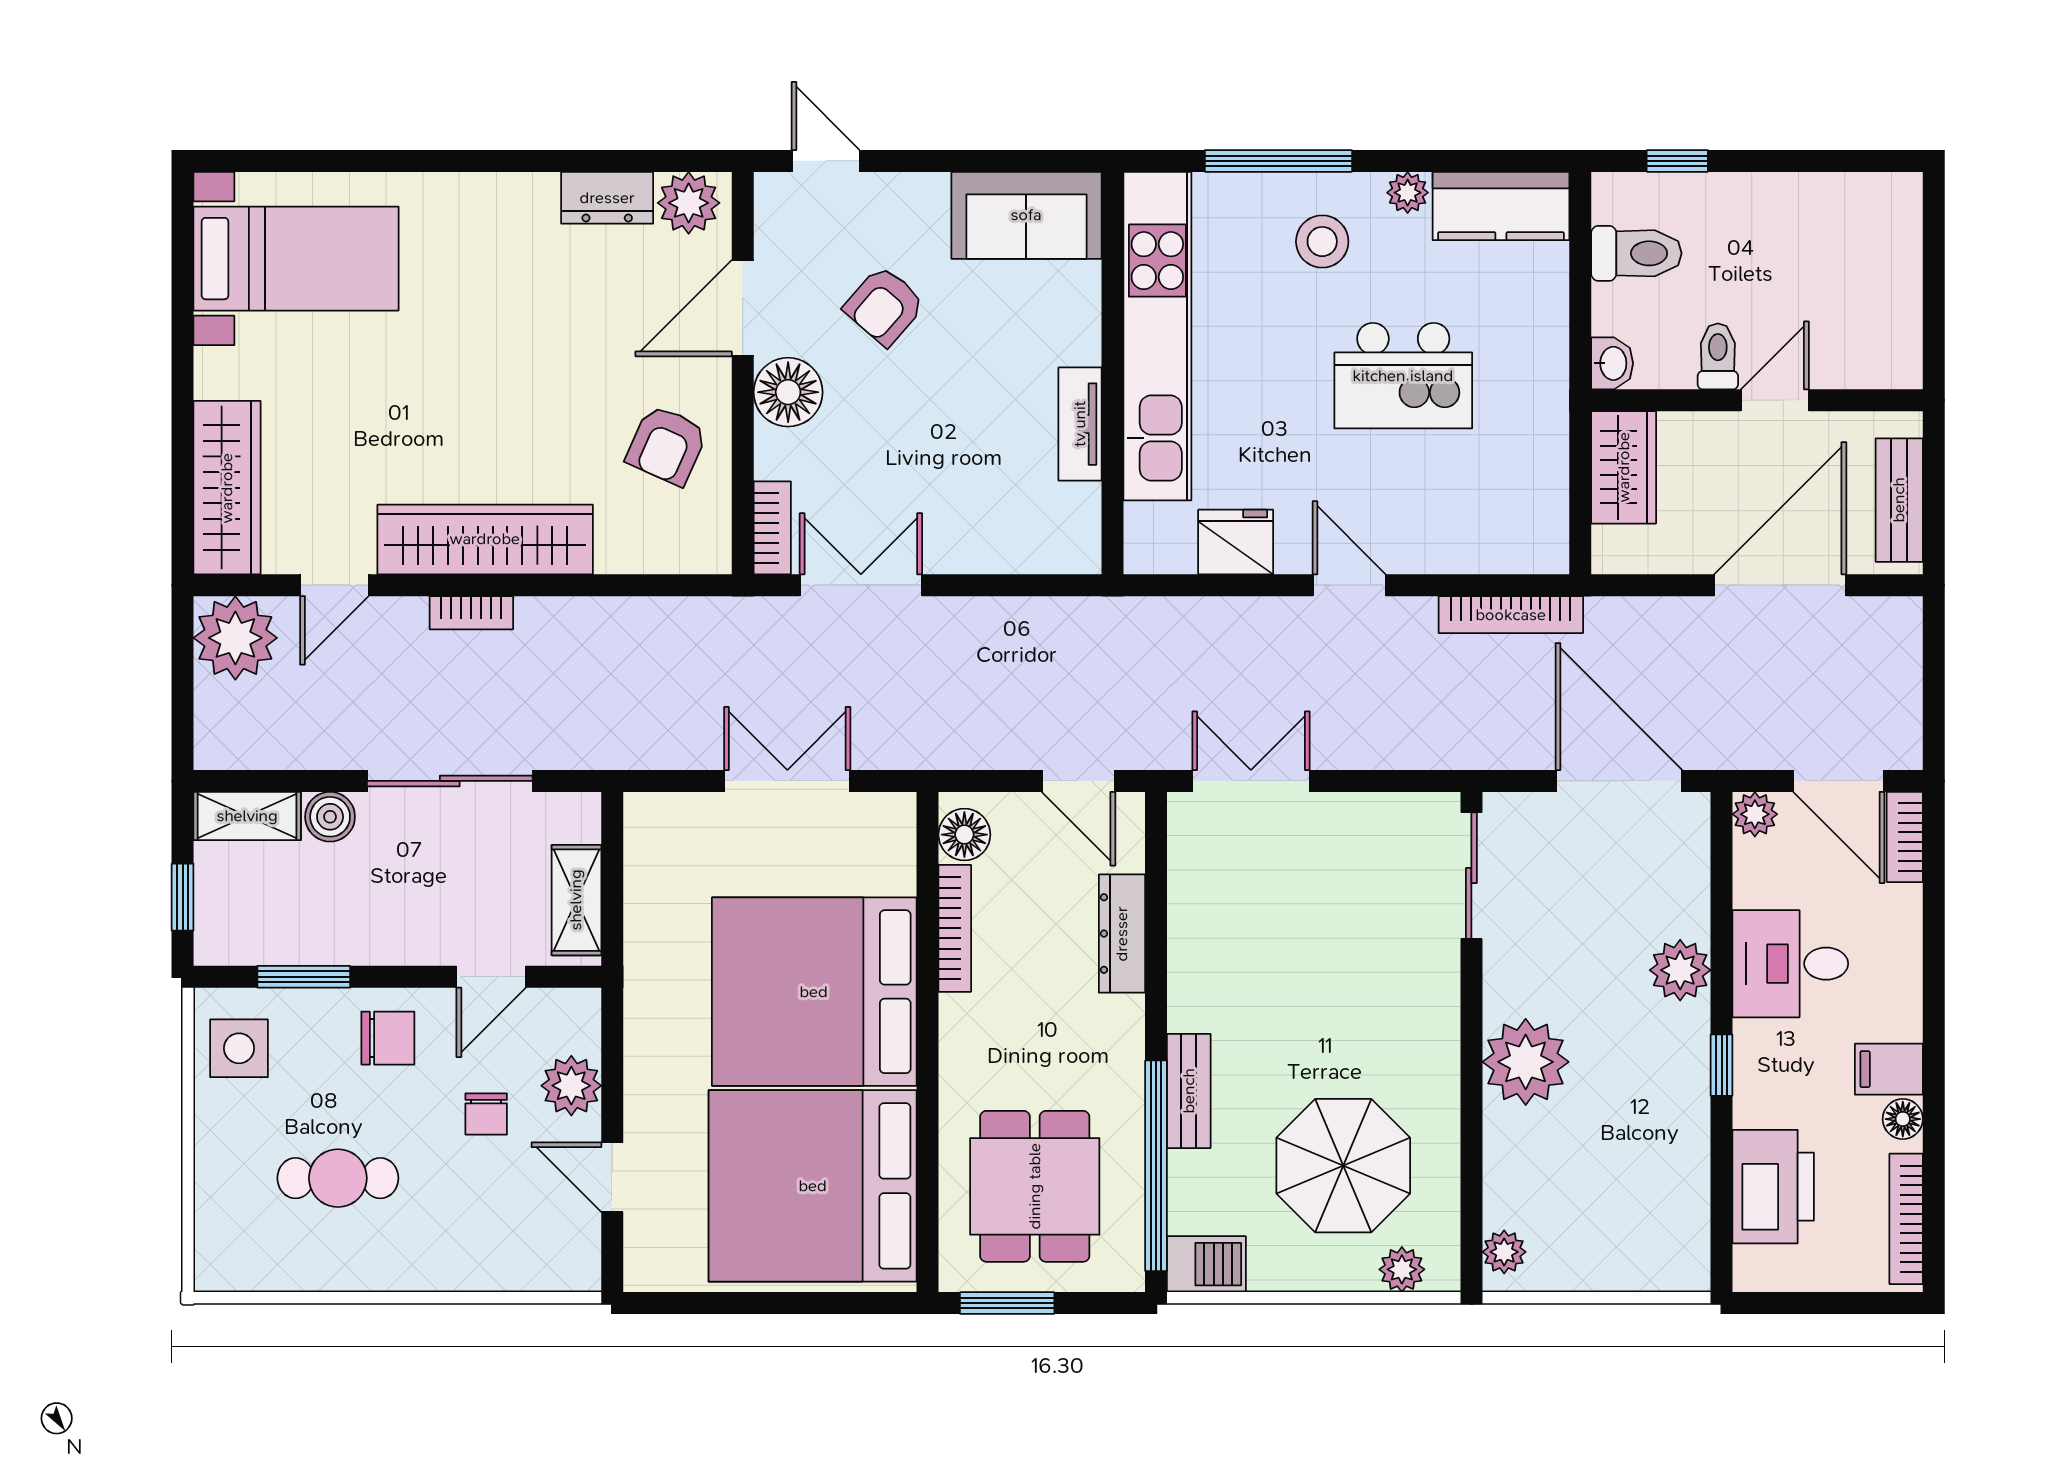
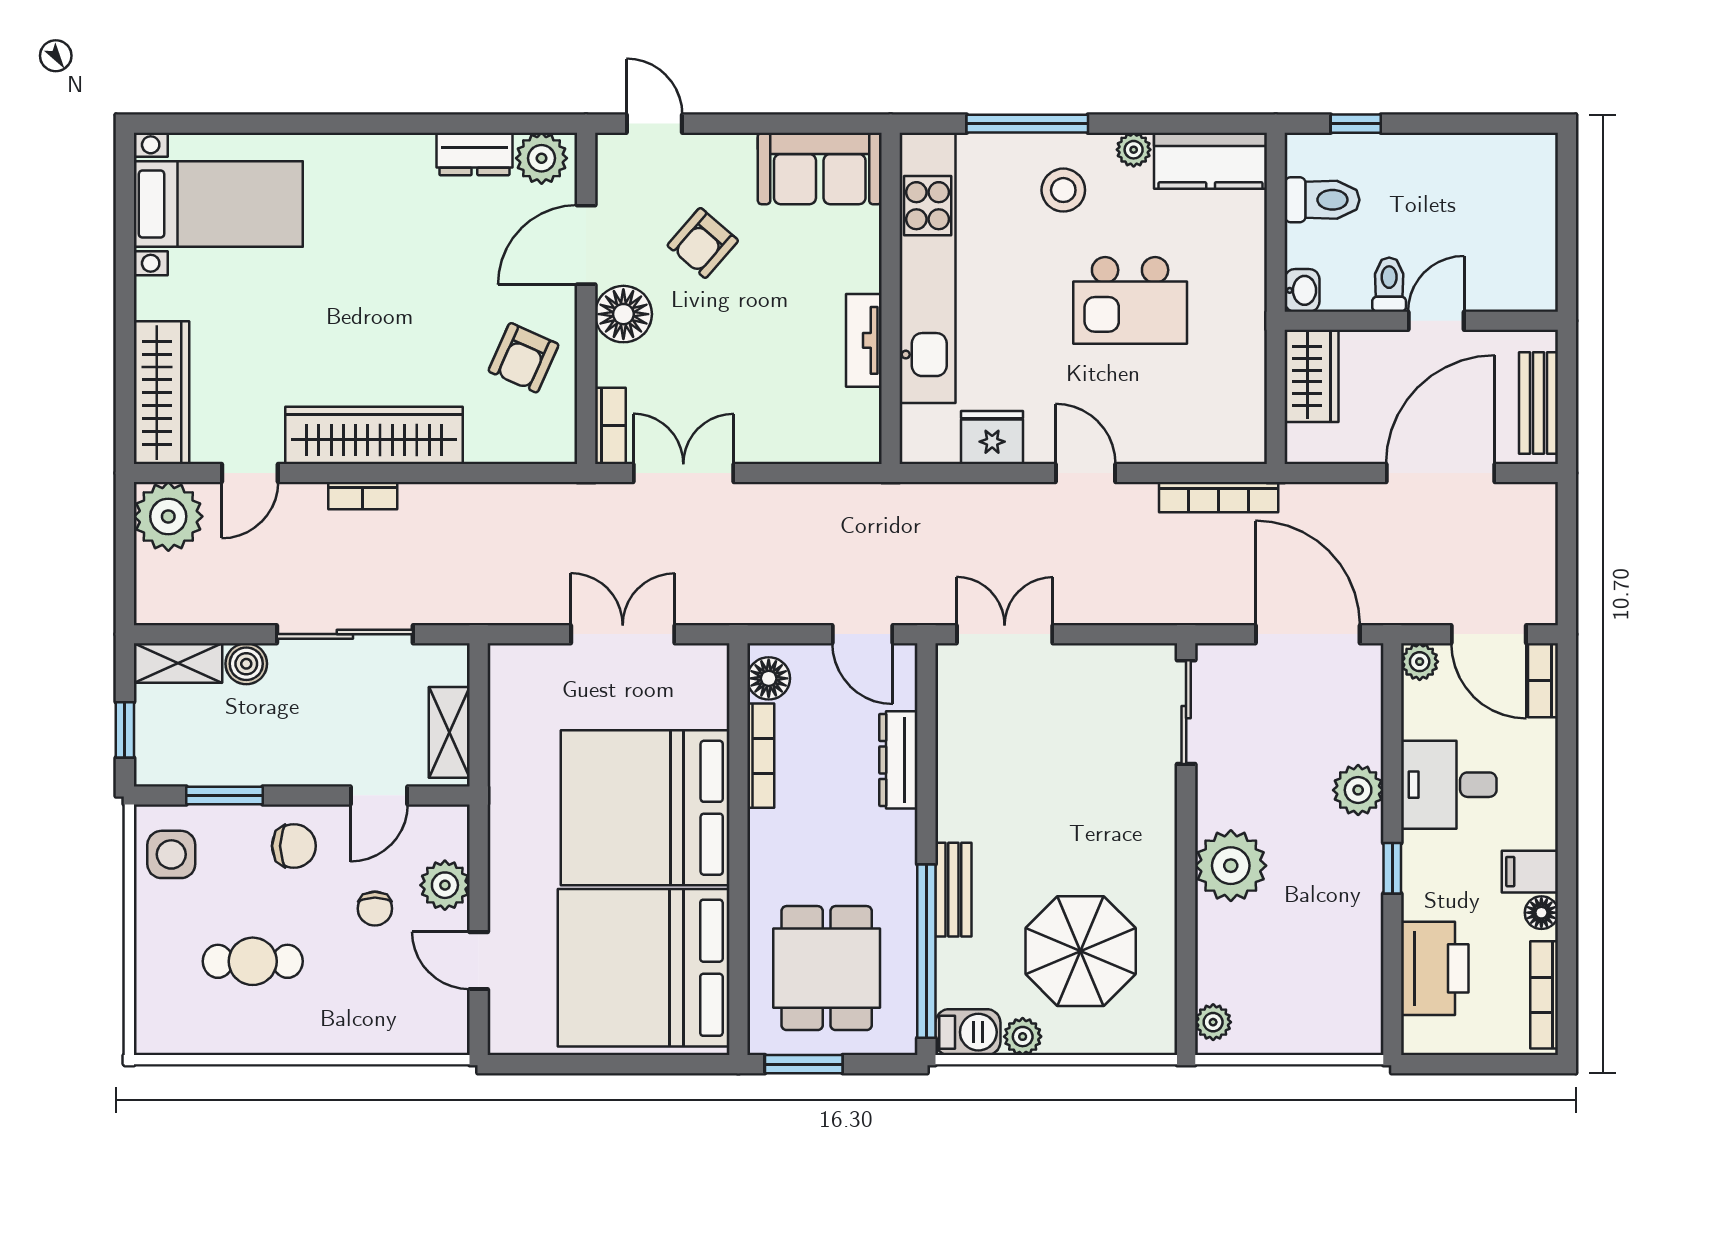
plant: (1402, 1269) -> (1023, 1037), moved

